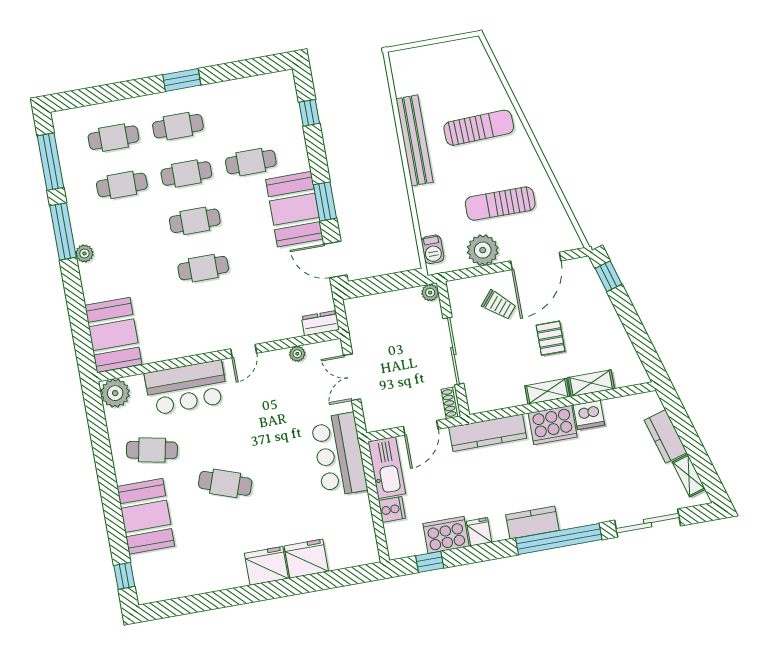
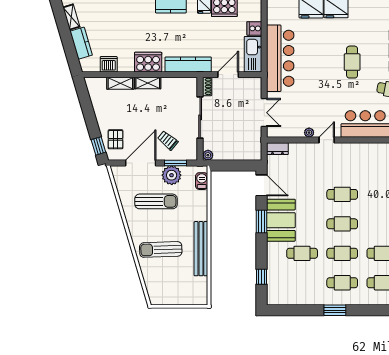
window: (480, 271) -> (176, 163), added
pallet: (550, 338) -> (115, 139), moved
plant: (297, 354) -> (309, 133), moved
dishwasher: (589, 415) -> (109, 64), moved
bar counter: (339, 455) -> (280, 58), width x1.36
cafe table: (225, 483) -> (352, 62), turned 71

